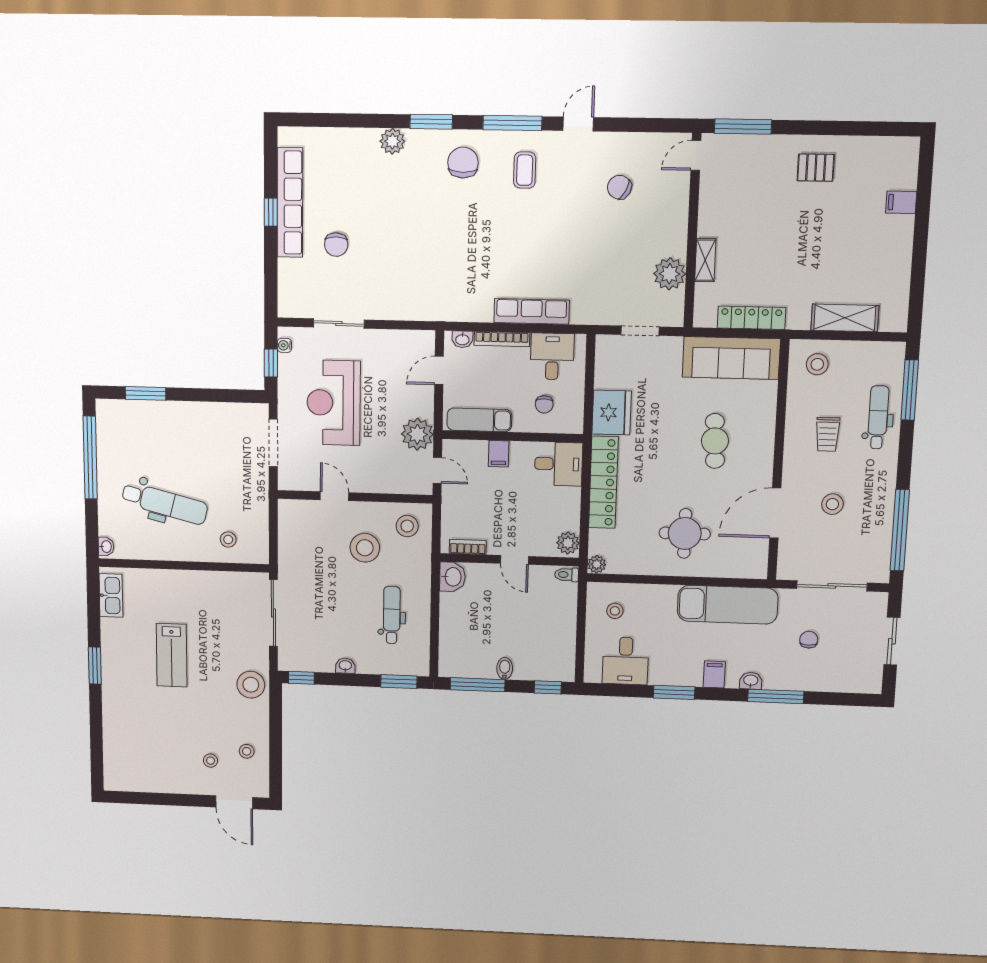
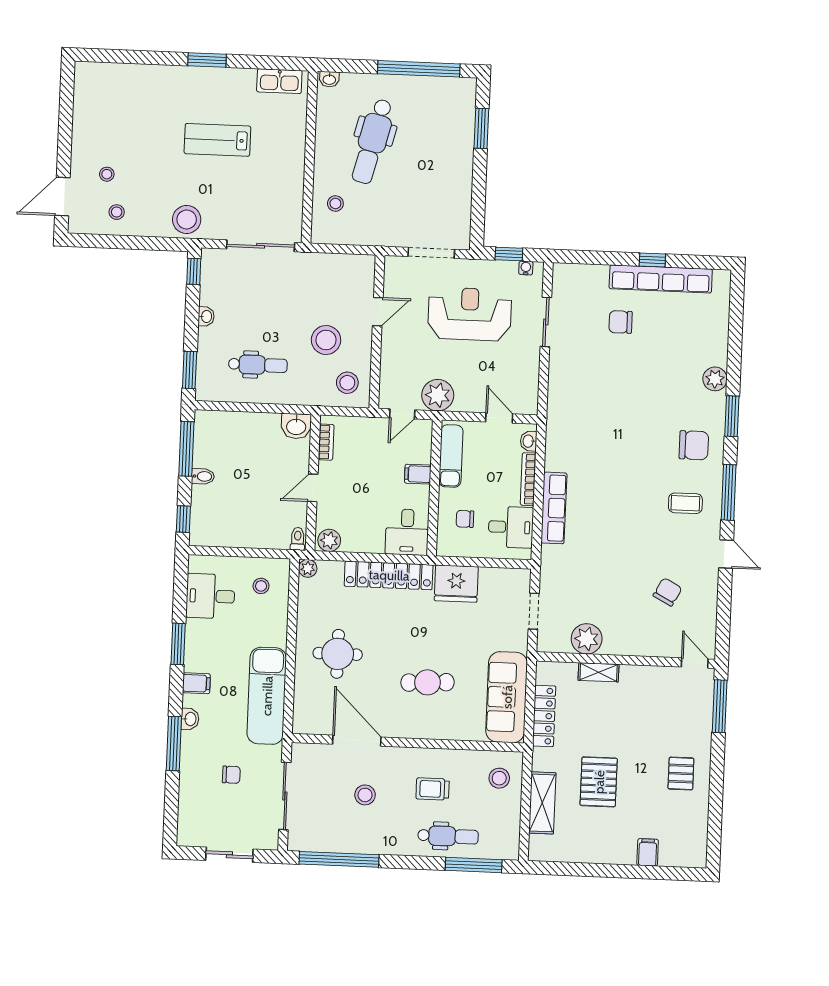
pallet: (823, 258) -> (599, 782), added

